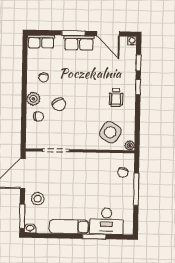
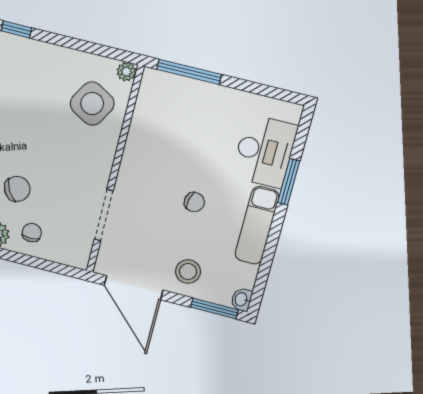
wheelchair: (116, 98) -> (27, 77), removed
chair: (123, 172) -> (194, 202), moved
window: (136, 189) -> (189, 72), moved

